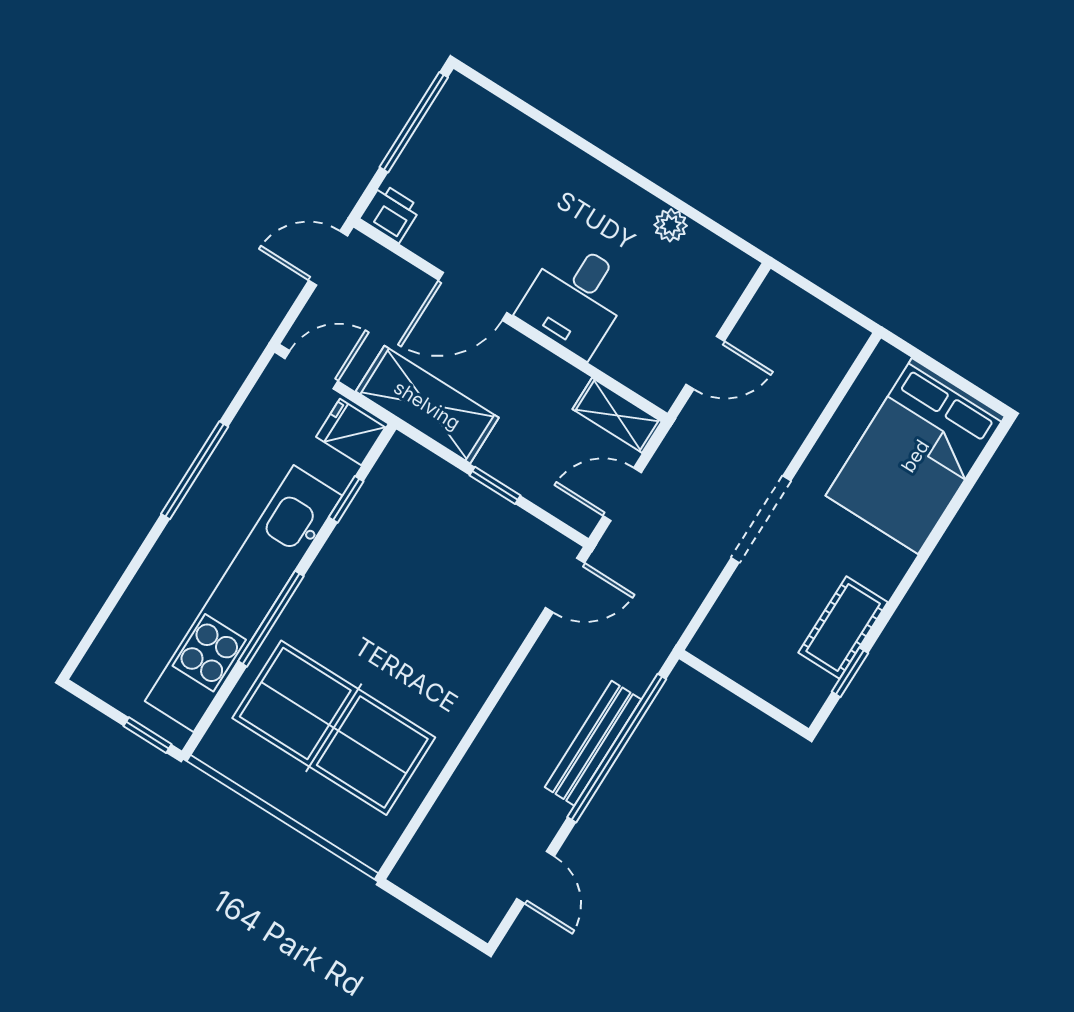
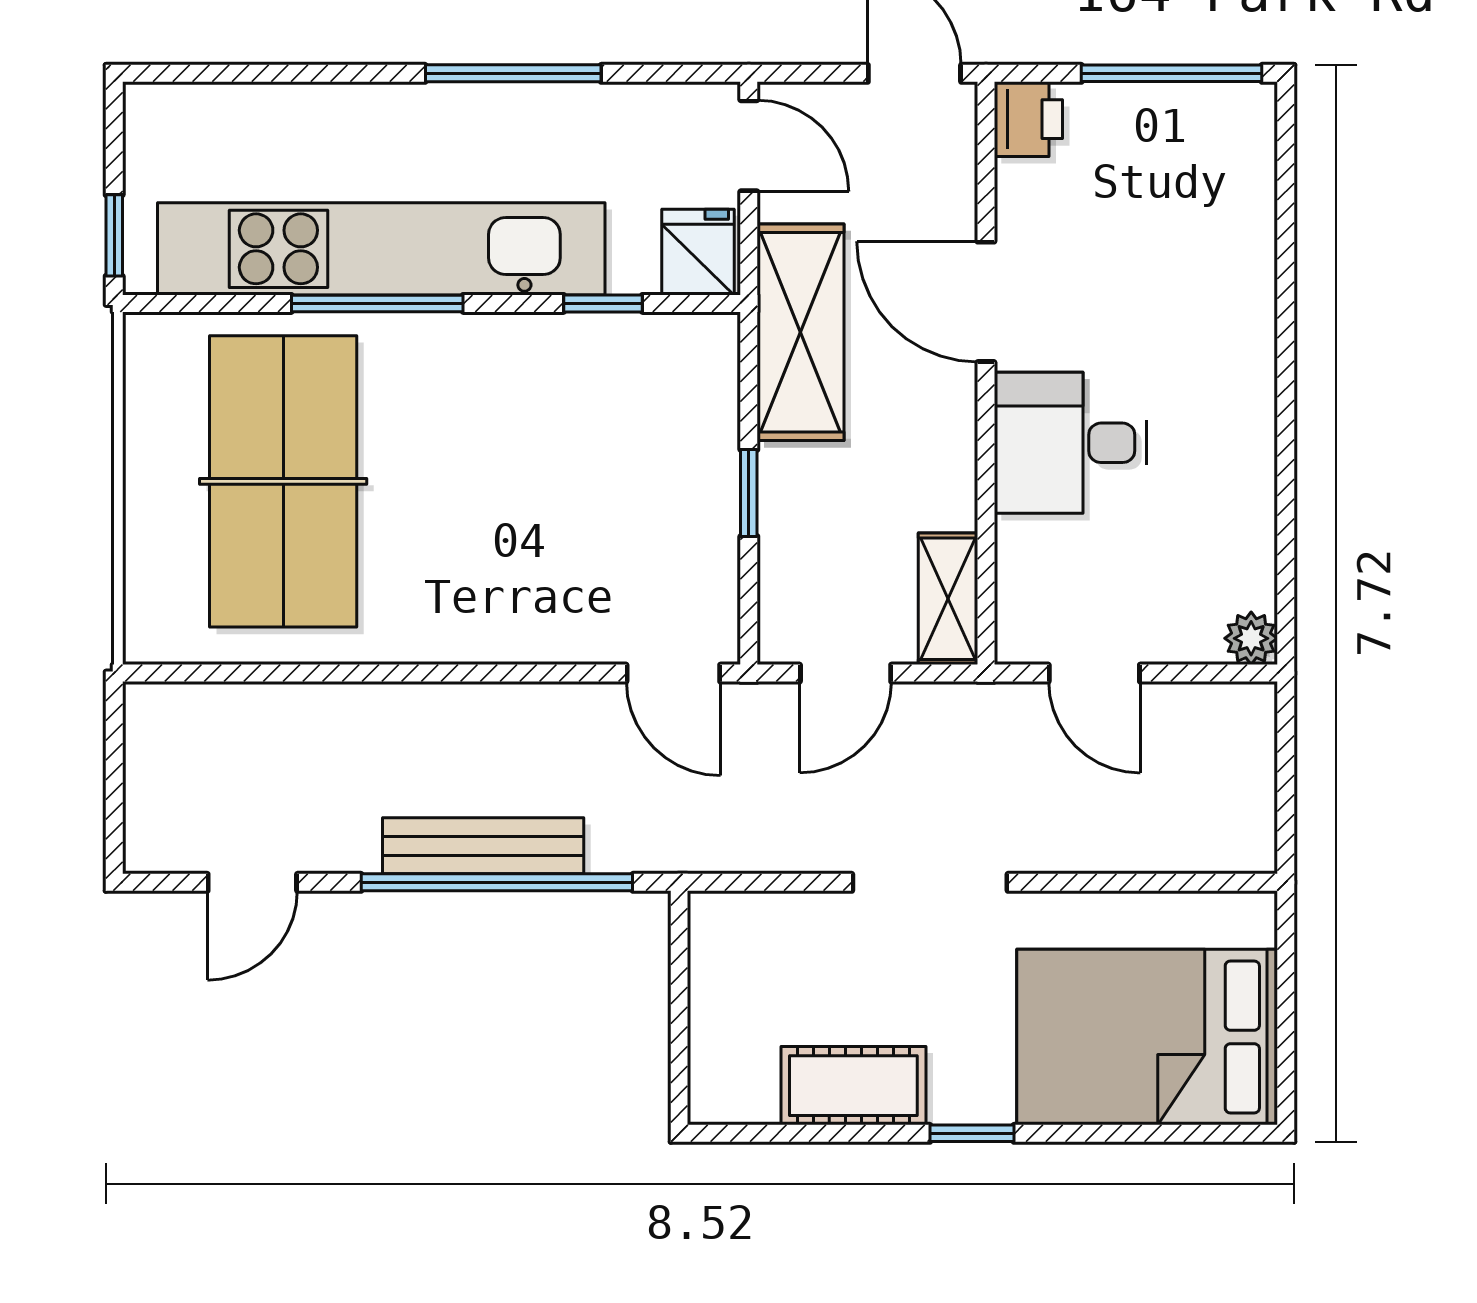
plant: (671, 225) -> (1251, 638), moved
door: (622, 494) -> (846, 673), swing flipped
window: (850, 672) -> (972, 1133), moved

